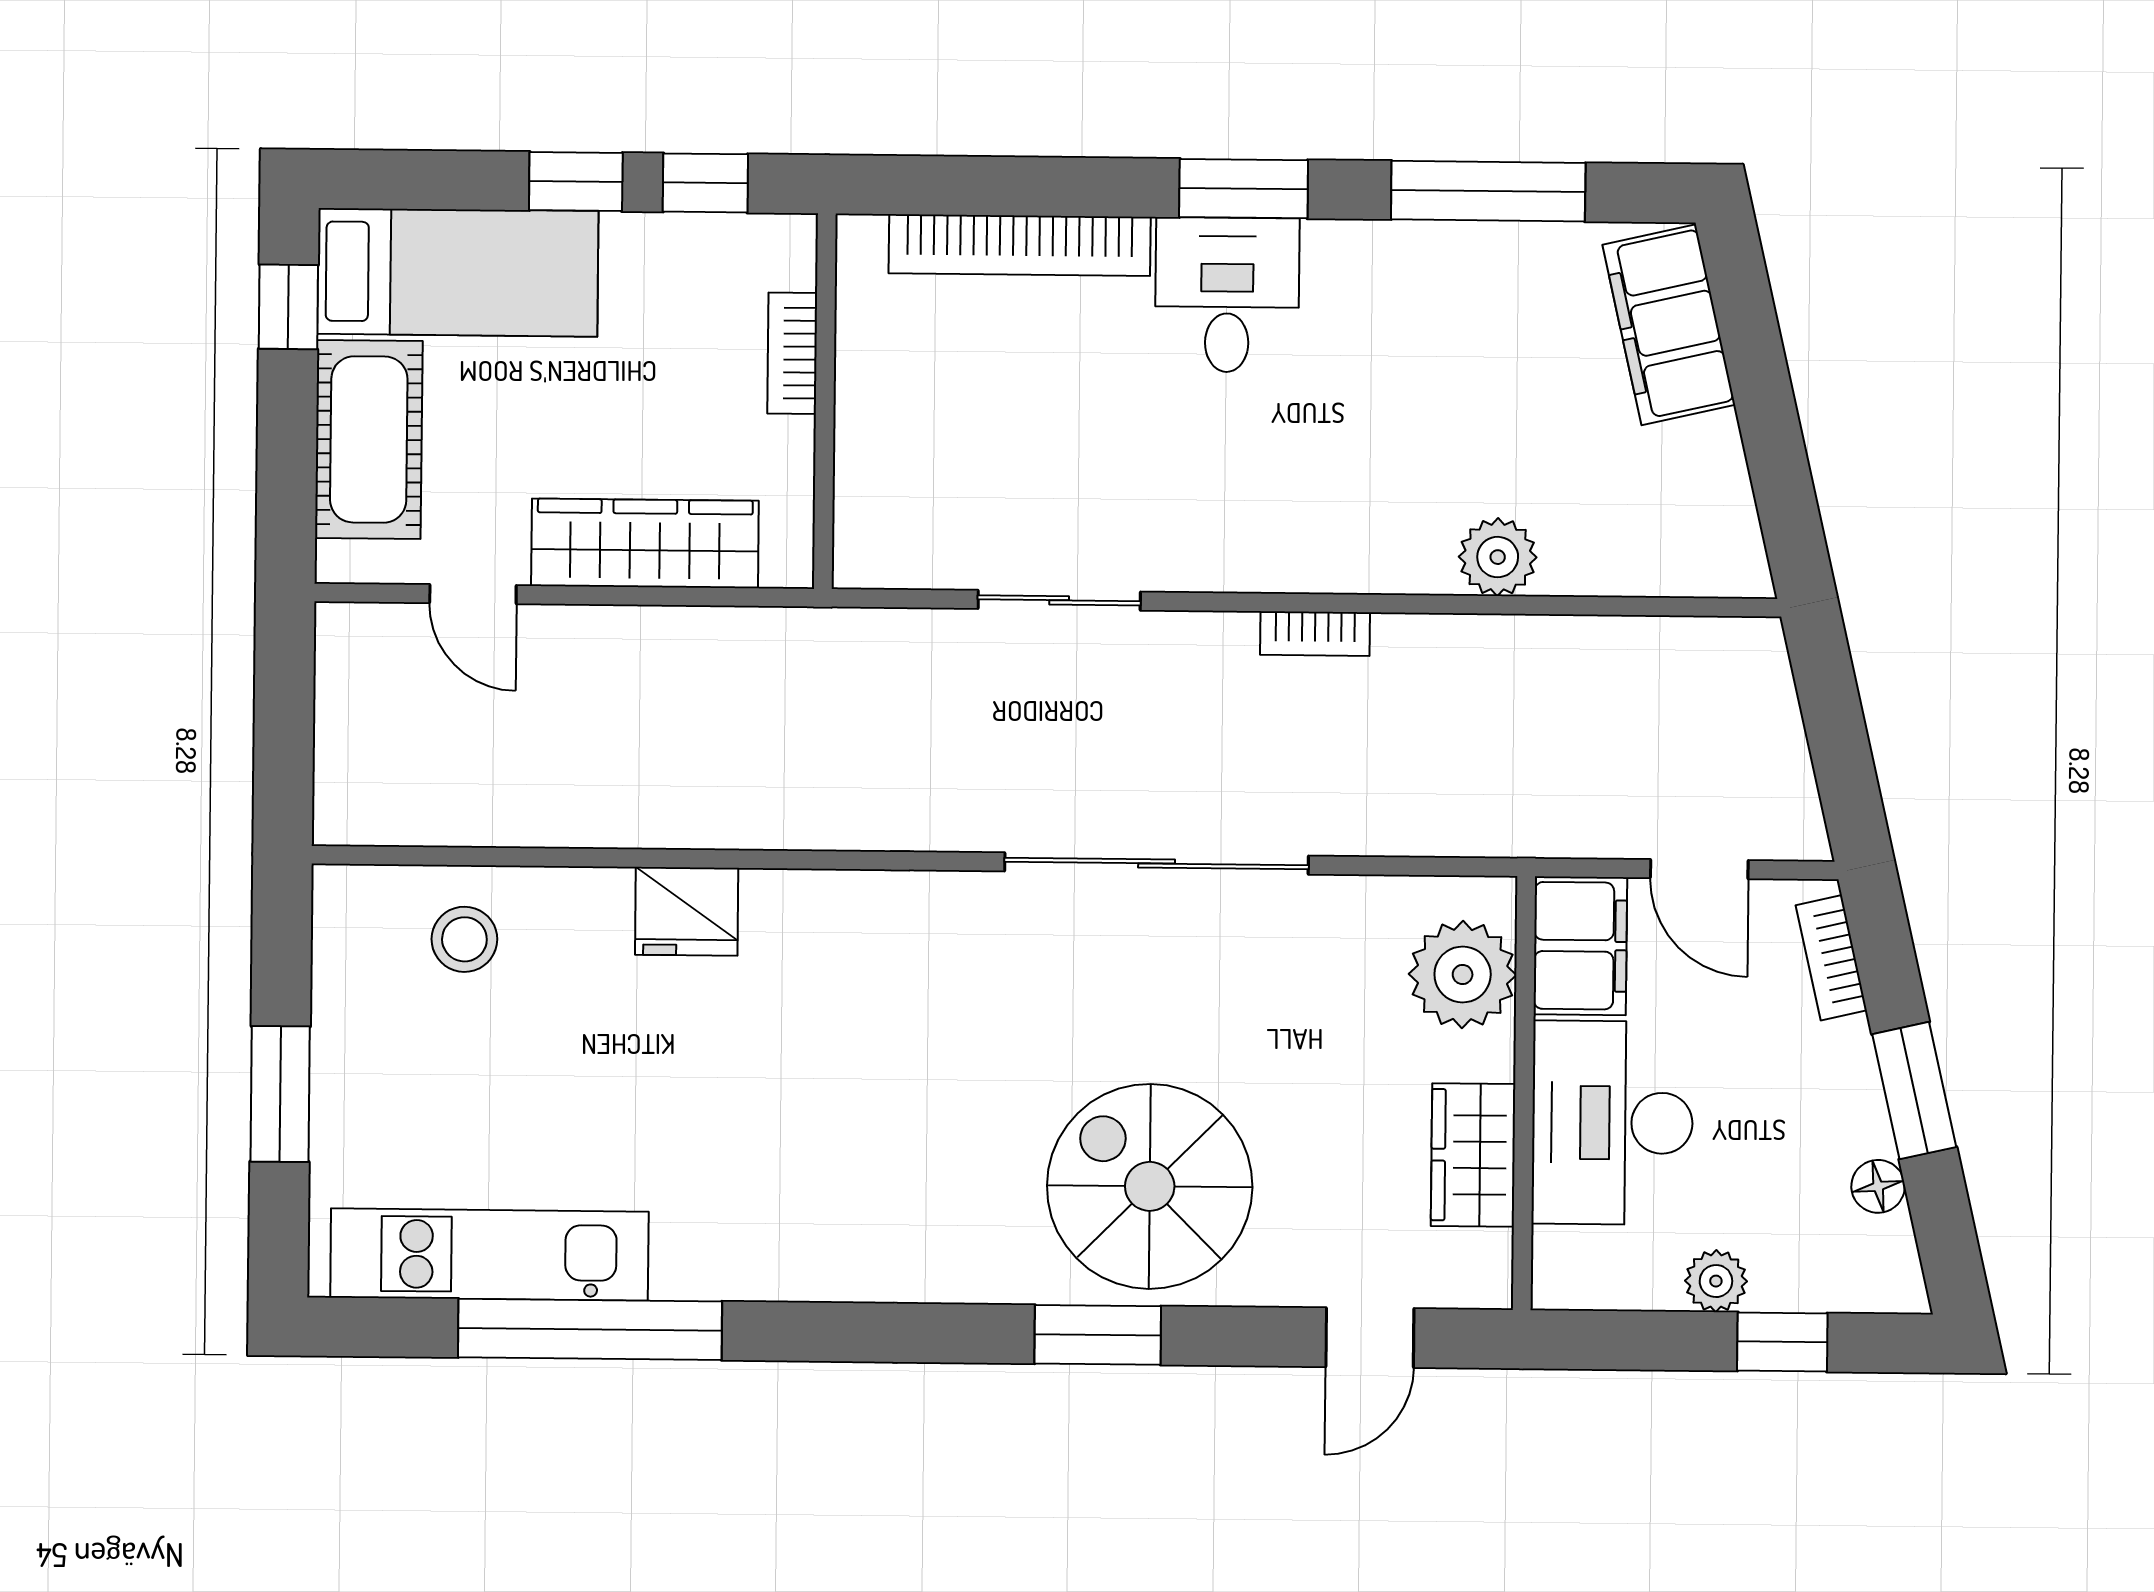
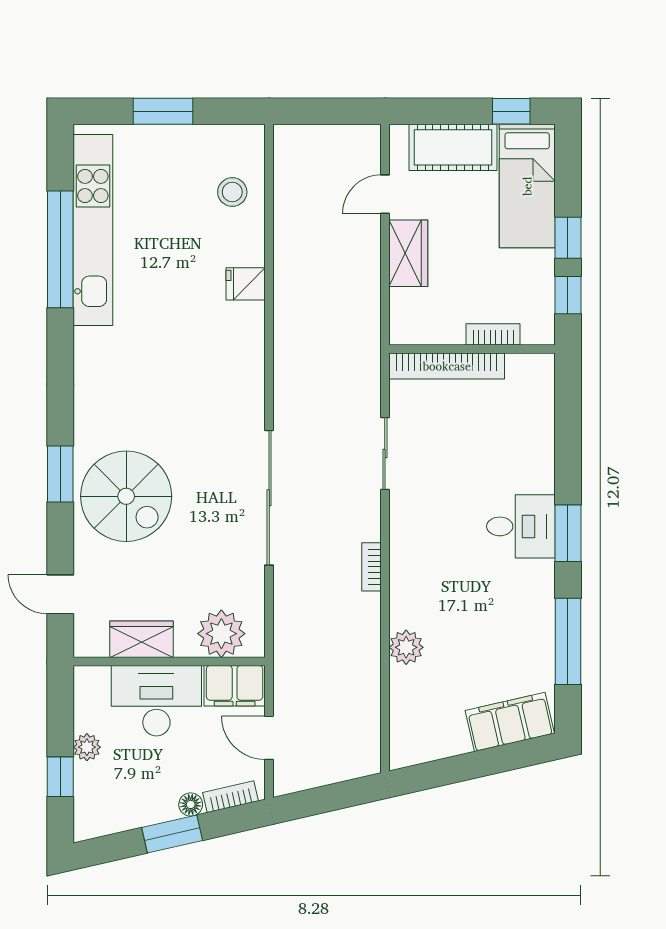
bookcase: (1020, 245) -> (447, 366), moved, turned -90
wardrobe: (645, 543) -> (408, 253), width x0.67
door: (1699, 869) -> (269, 738), hinge flipped
fridge: (687, 911) -> (246, 284), width x0.72
spiral stairs: (1150, 1186) -> (126, 496), turned 90
floor lamp: (1878, 1186) -> (191, 804), moved
kitchen unit: (489, 1255) -> (93, 230), width x1.36

